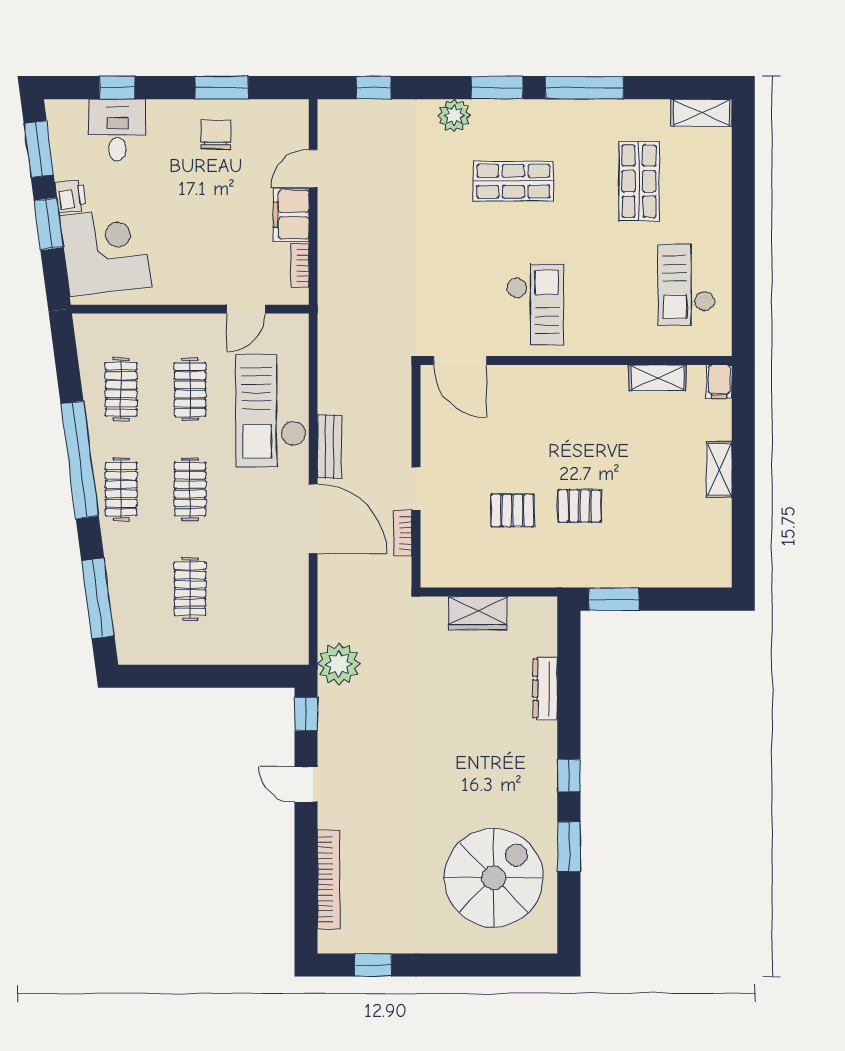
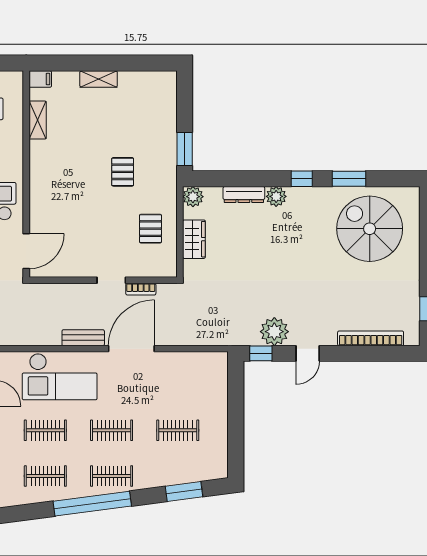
pallet: (512, 510) -> (150, 229), moved
window: (98, 598) -> (184, 492), width x0.69
plant: (542, 612) -> (193, 197), added
plant: (339, 664) -> (274, 332), moved
plant: (542, 737) -> (276, 196), added

